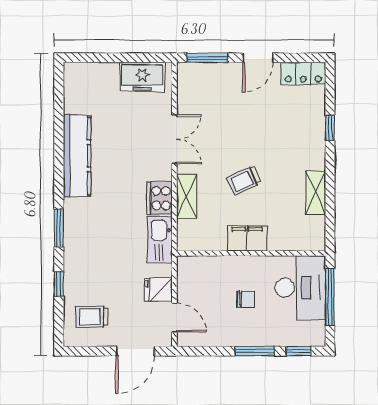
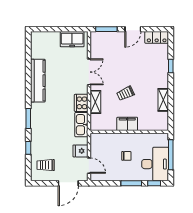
desk: (300, 288) -> (155, 164), moved

